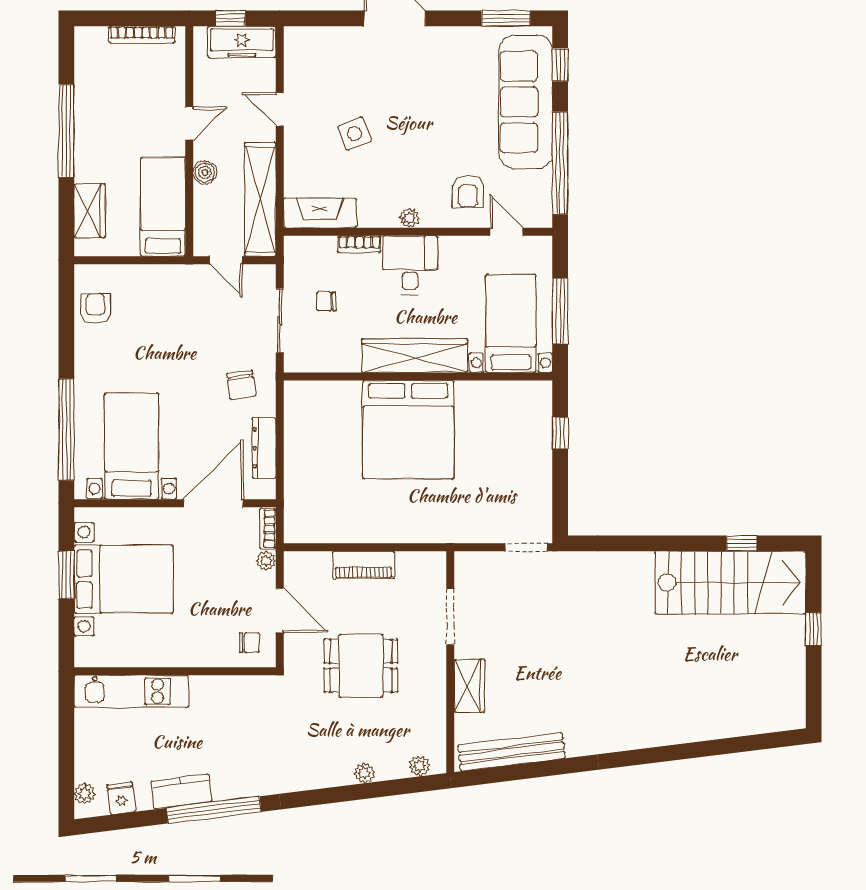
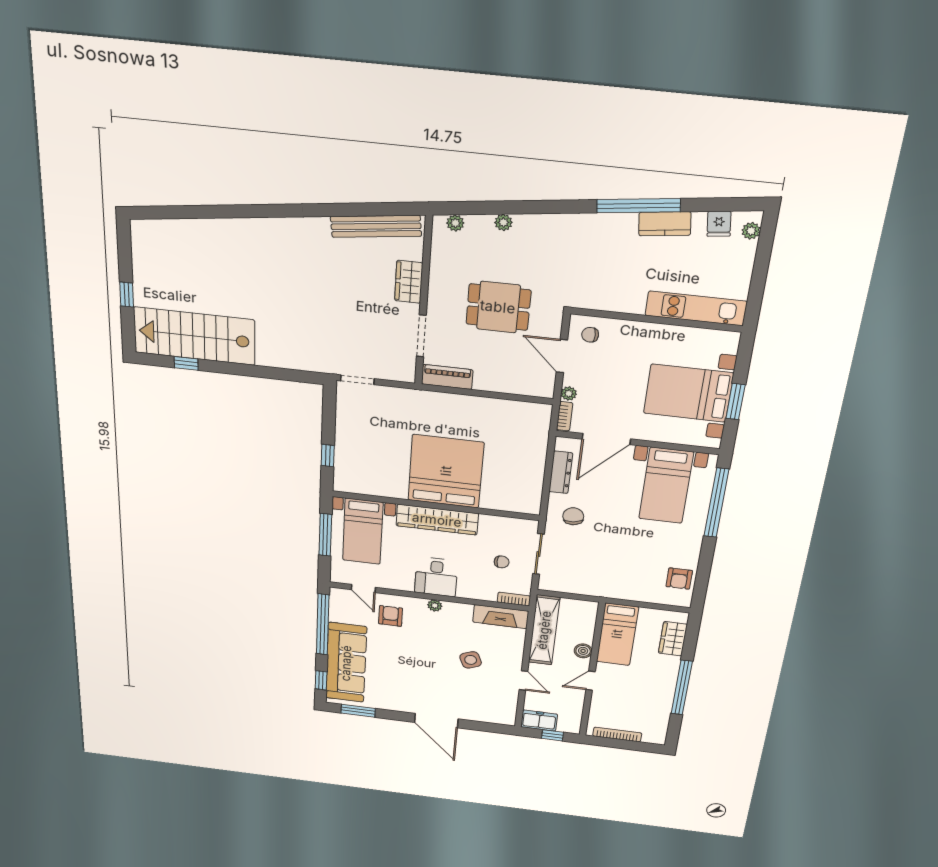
freezer: (242, 42) -> (539, 721), width x0.71
bookcase: (359, 244) -> (514, 599), moved
door: (226, 260) -> (575, 596), removed
piano: (364, 565) -> (447, 377), moved

